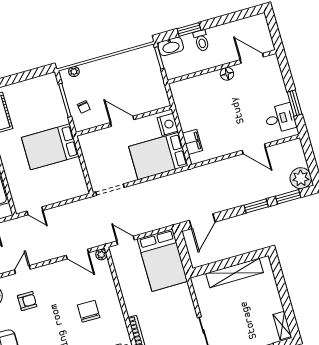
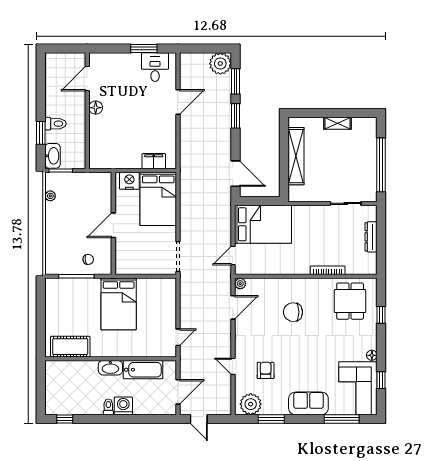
plant: (74, 72) -> (50, 196), moved
shelving: (282, 326) -> (337, 123), moved

